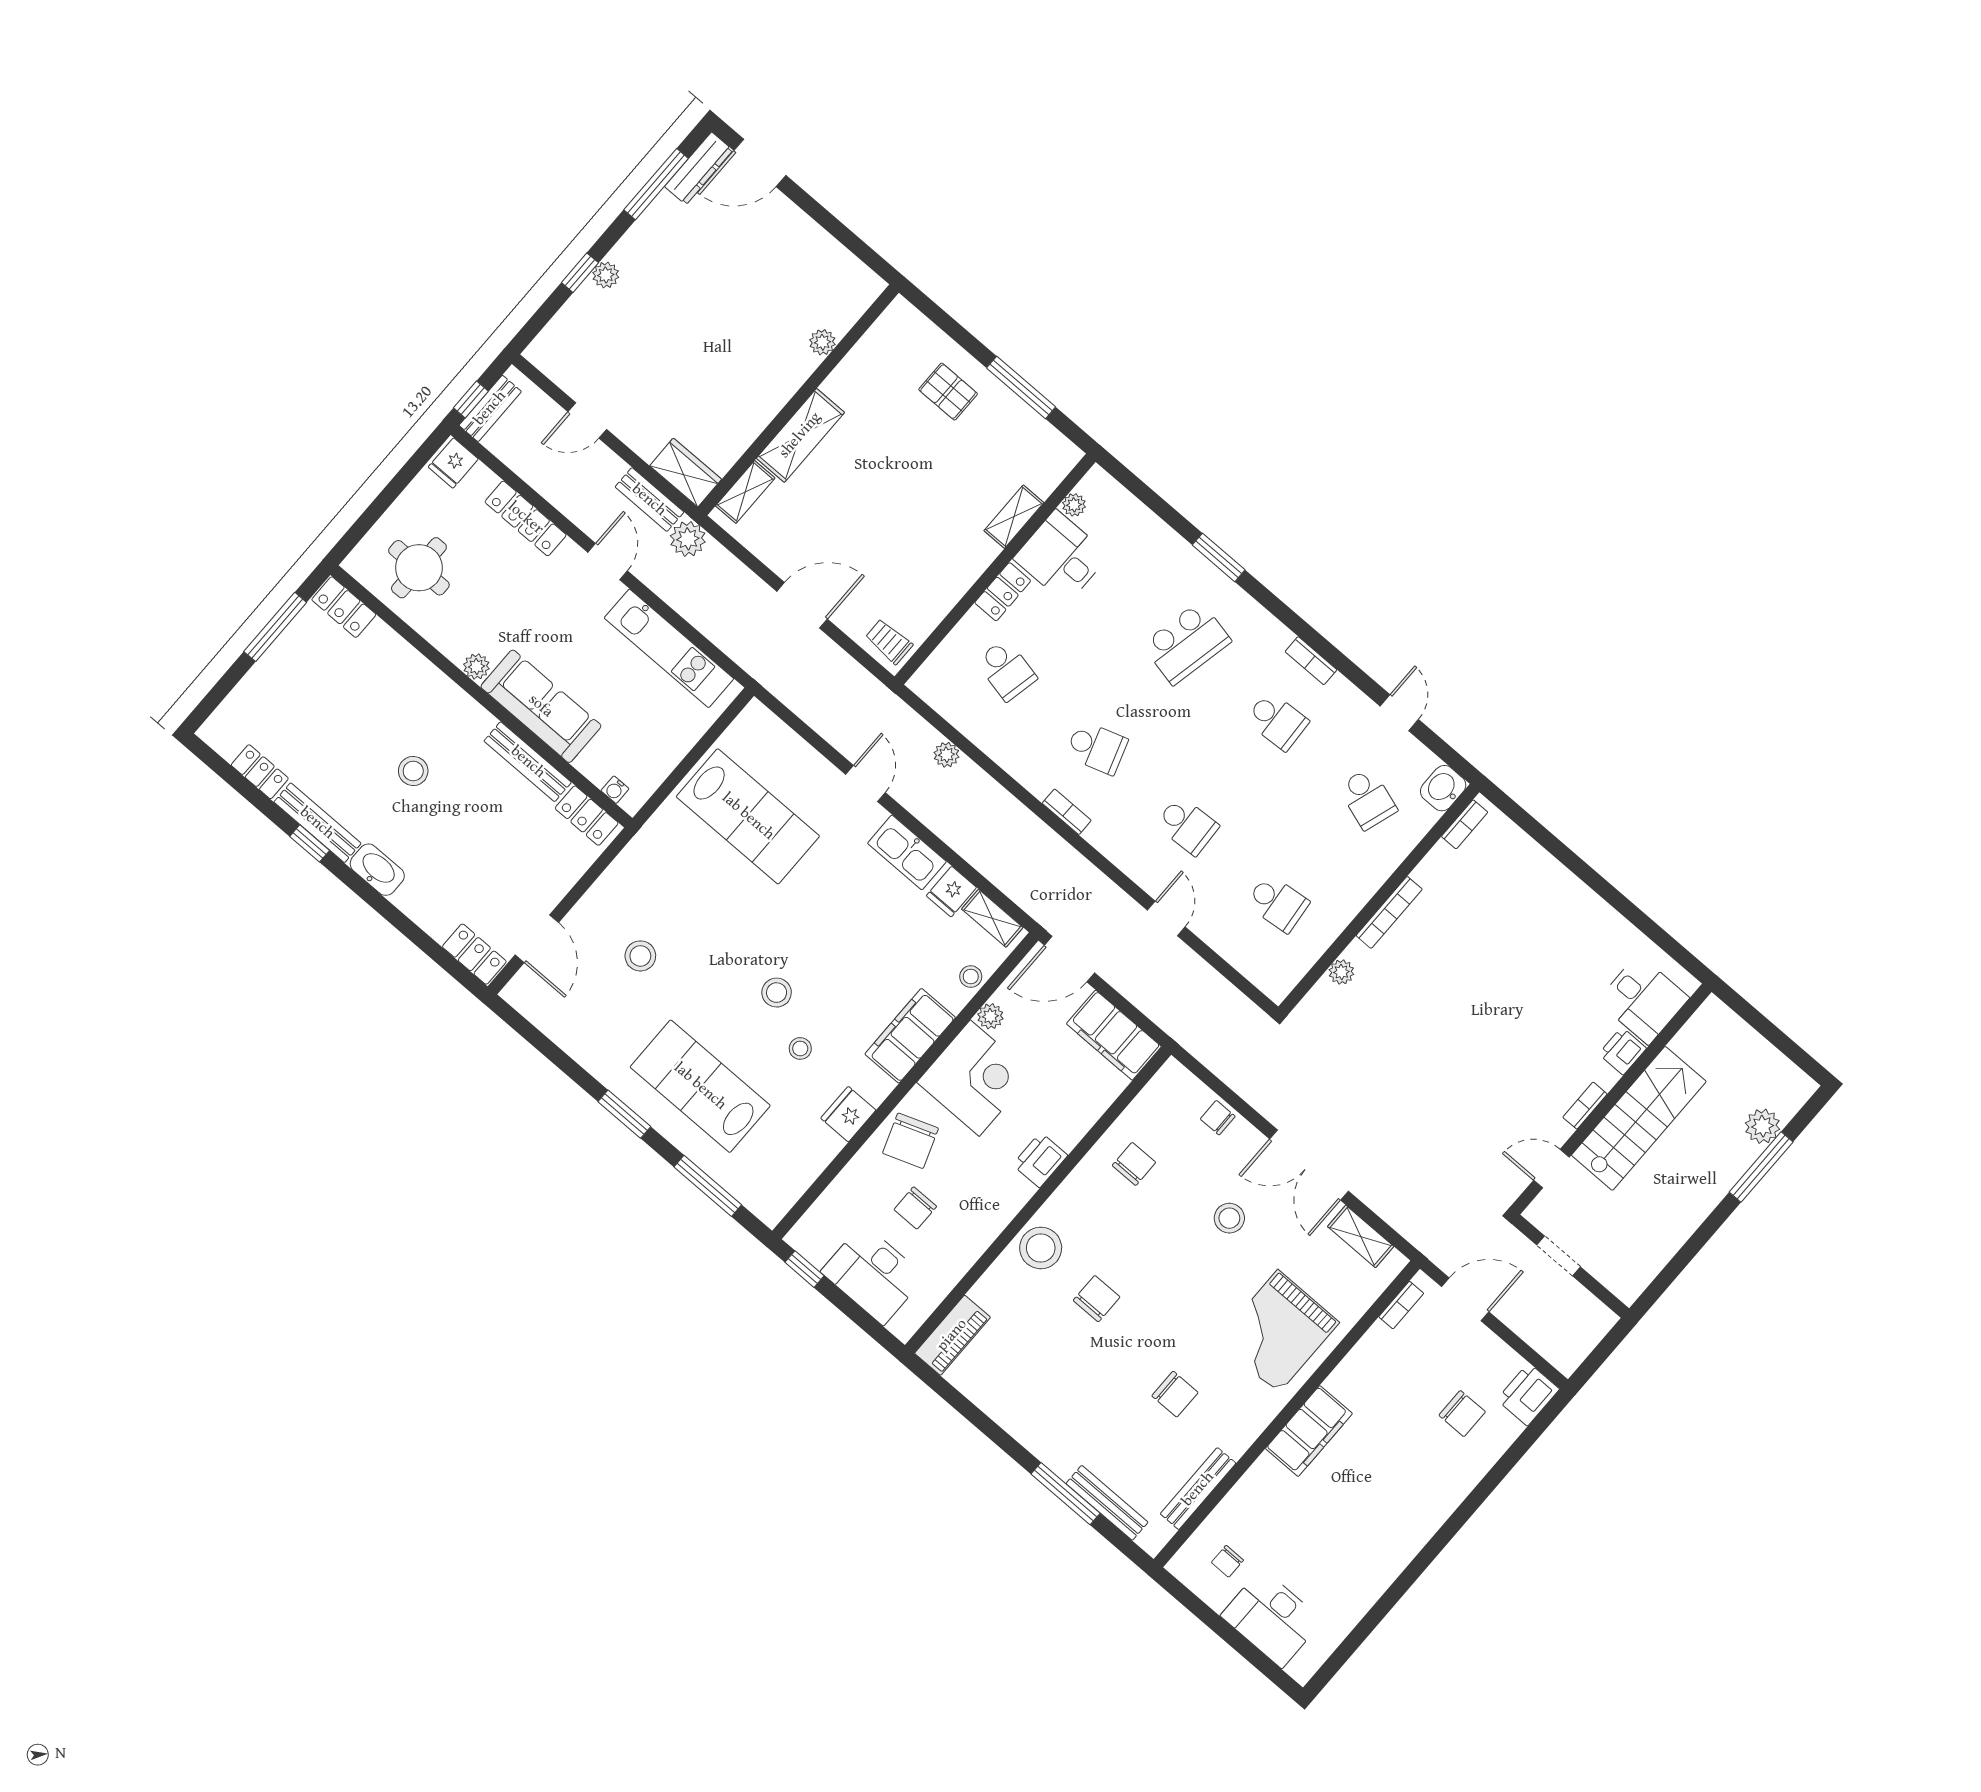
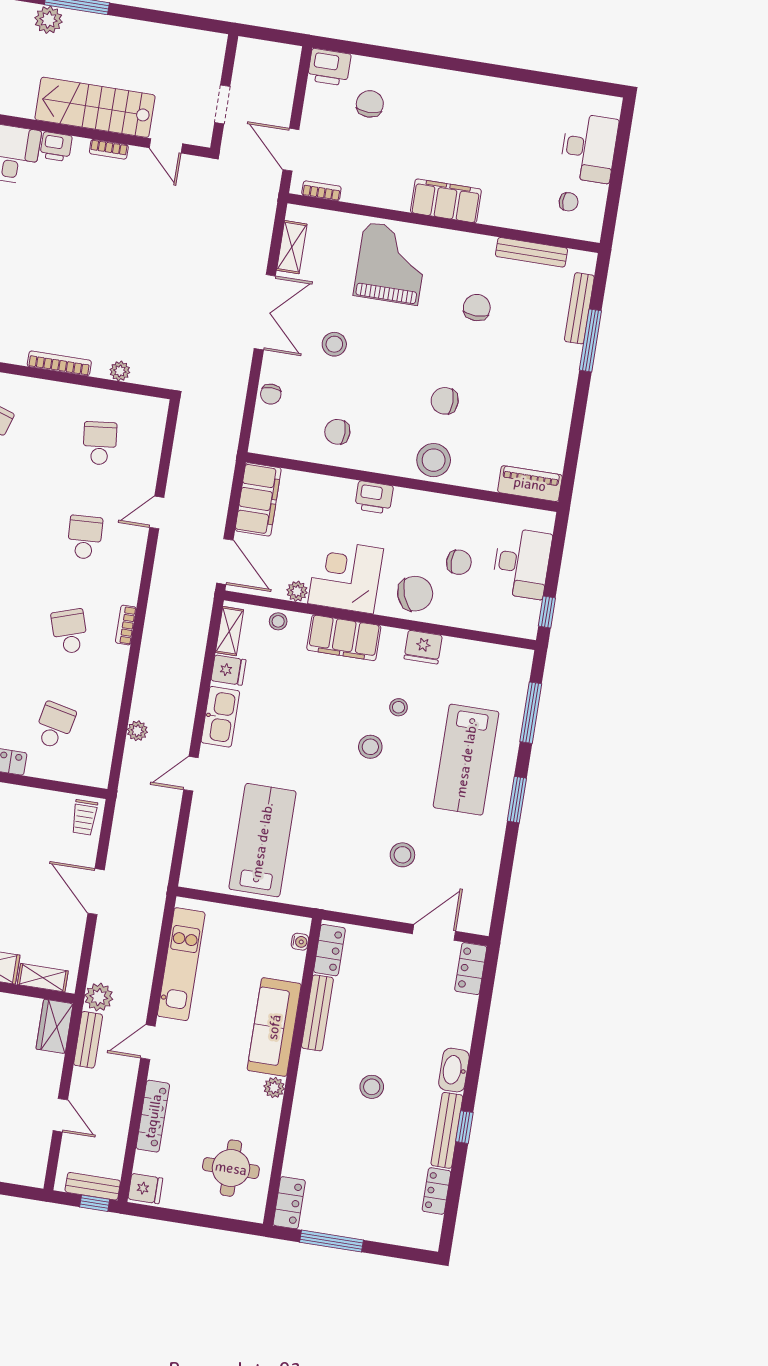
grand piano: (1278, 1331) -> (391, 264), turned -90

